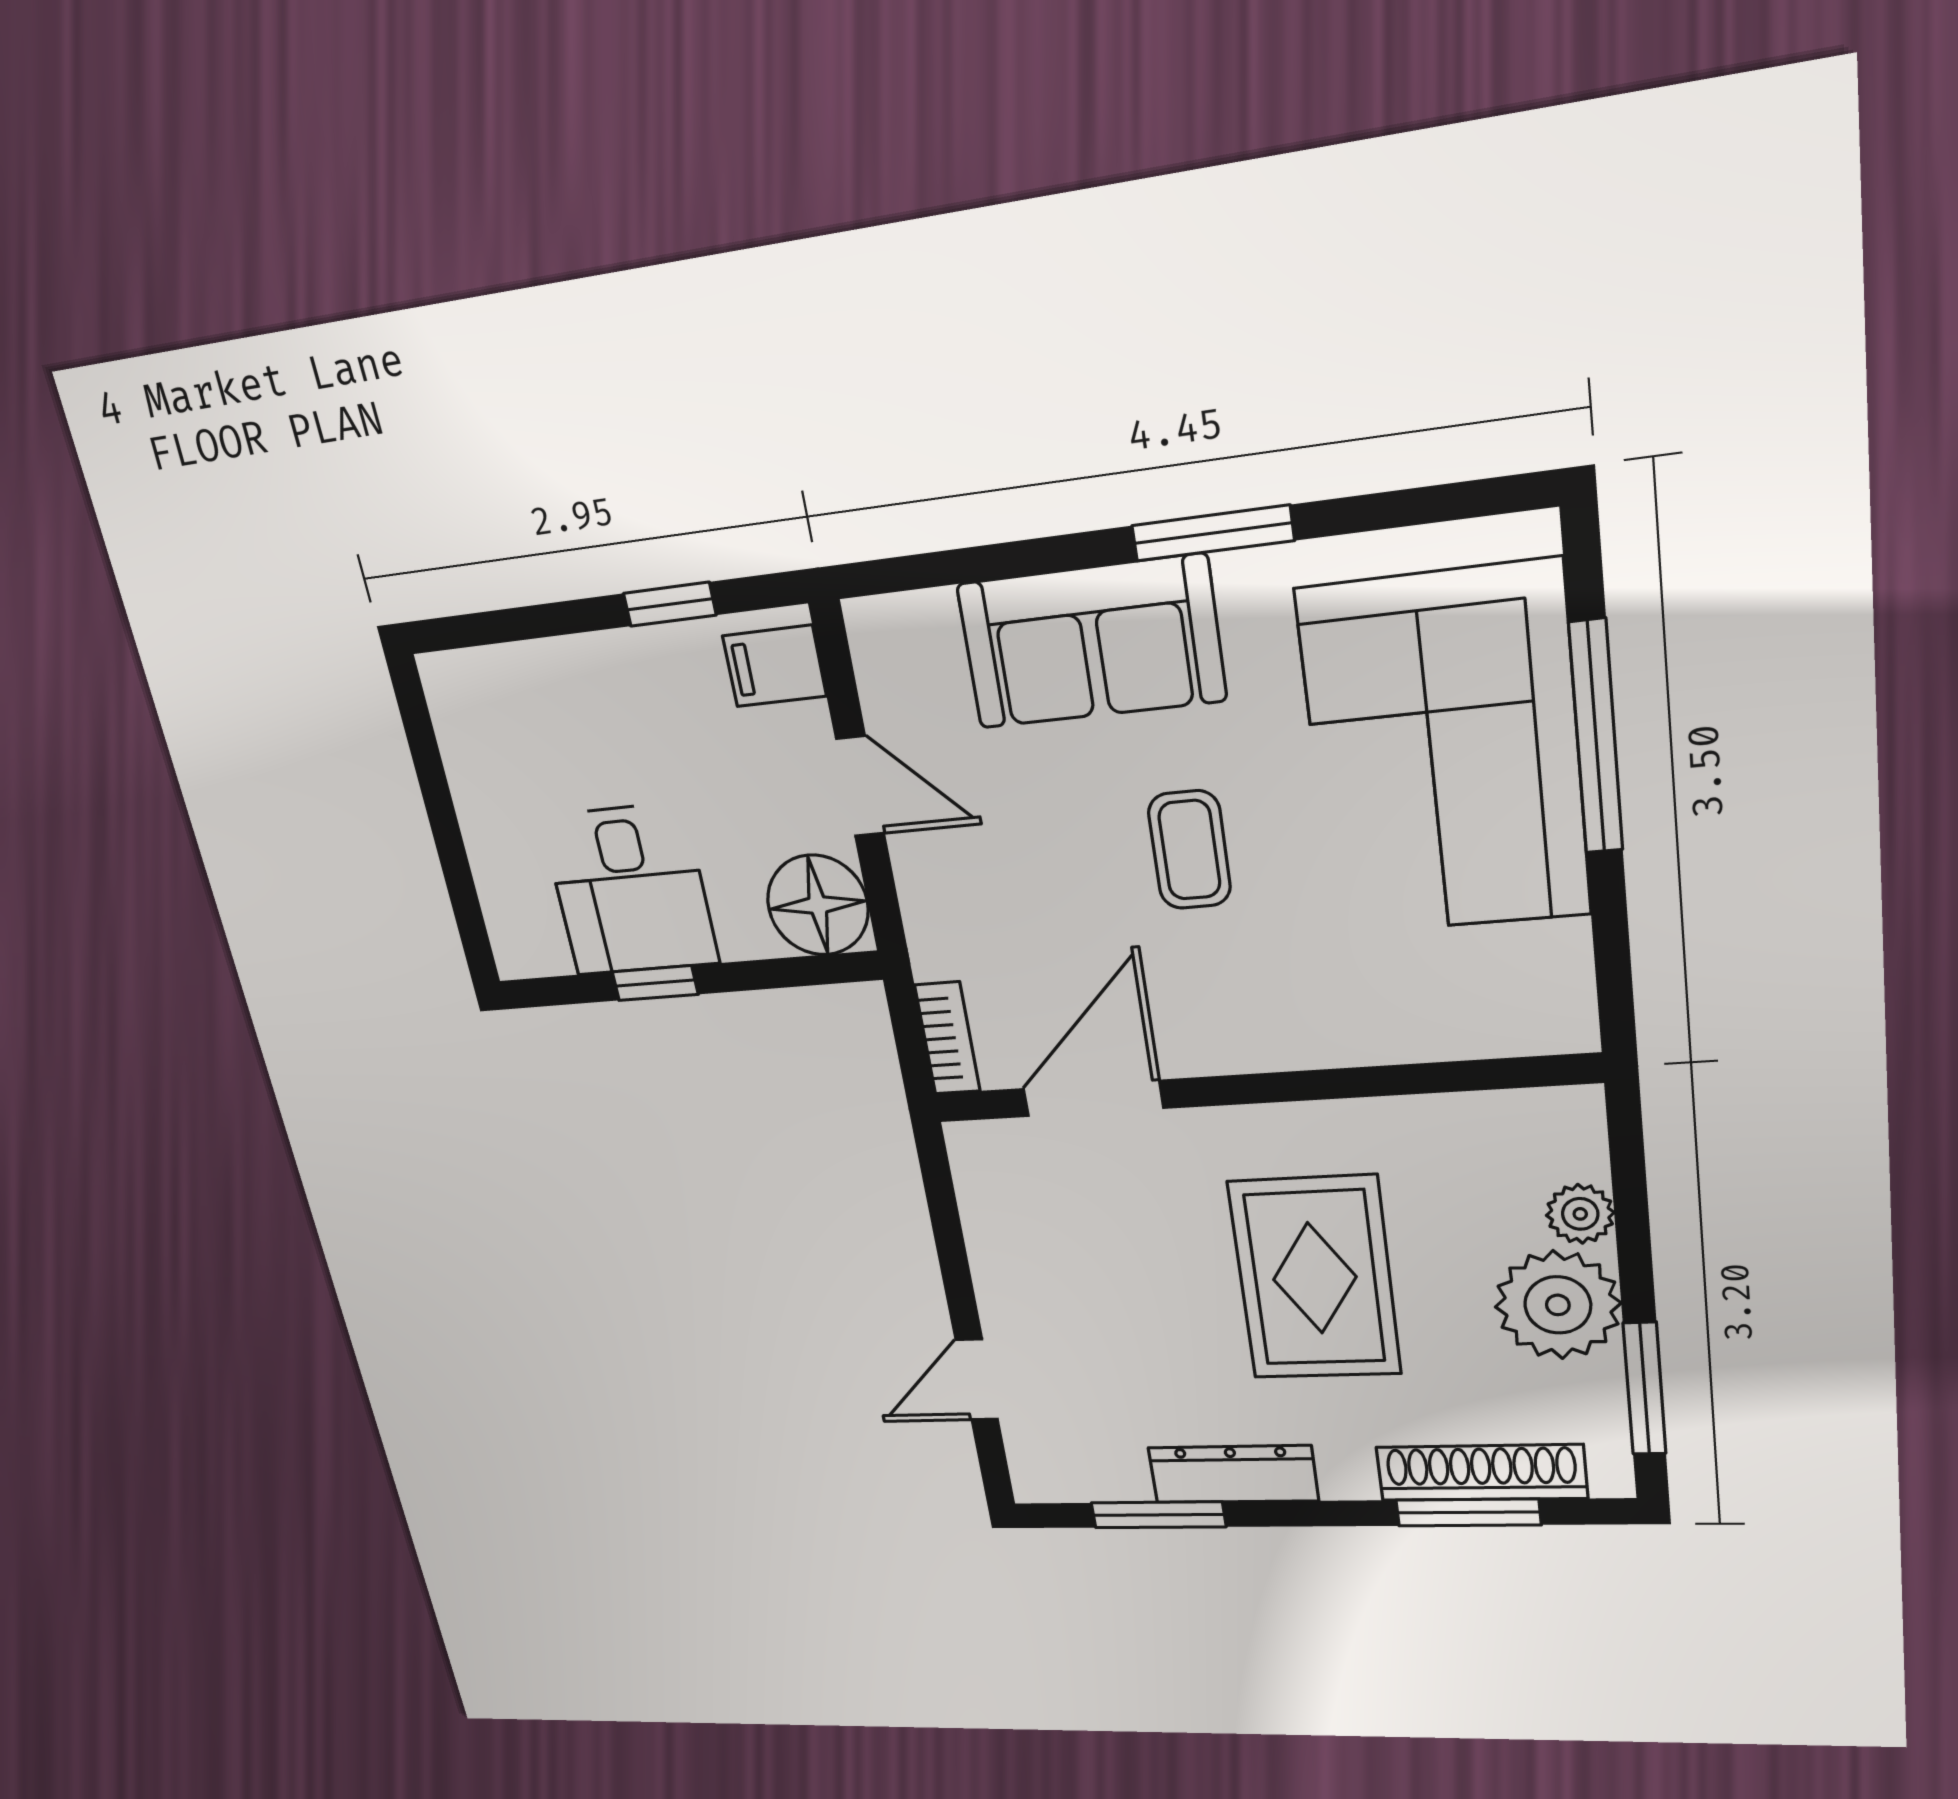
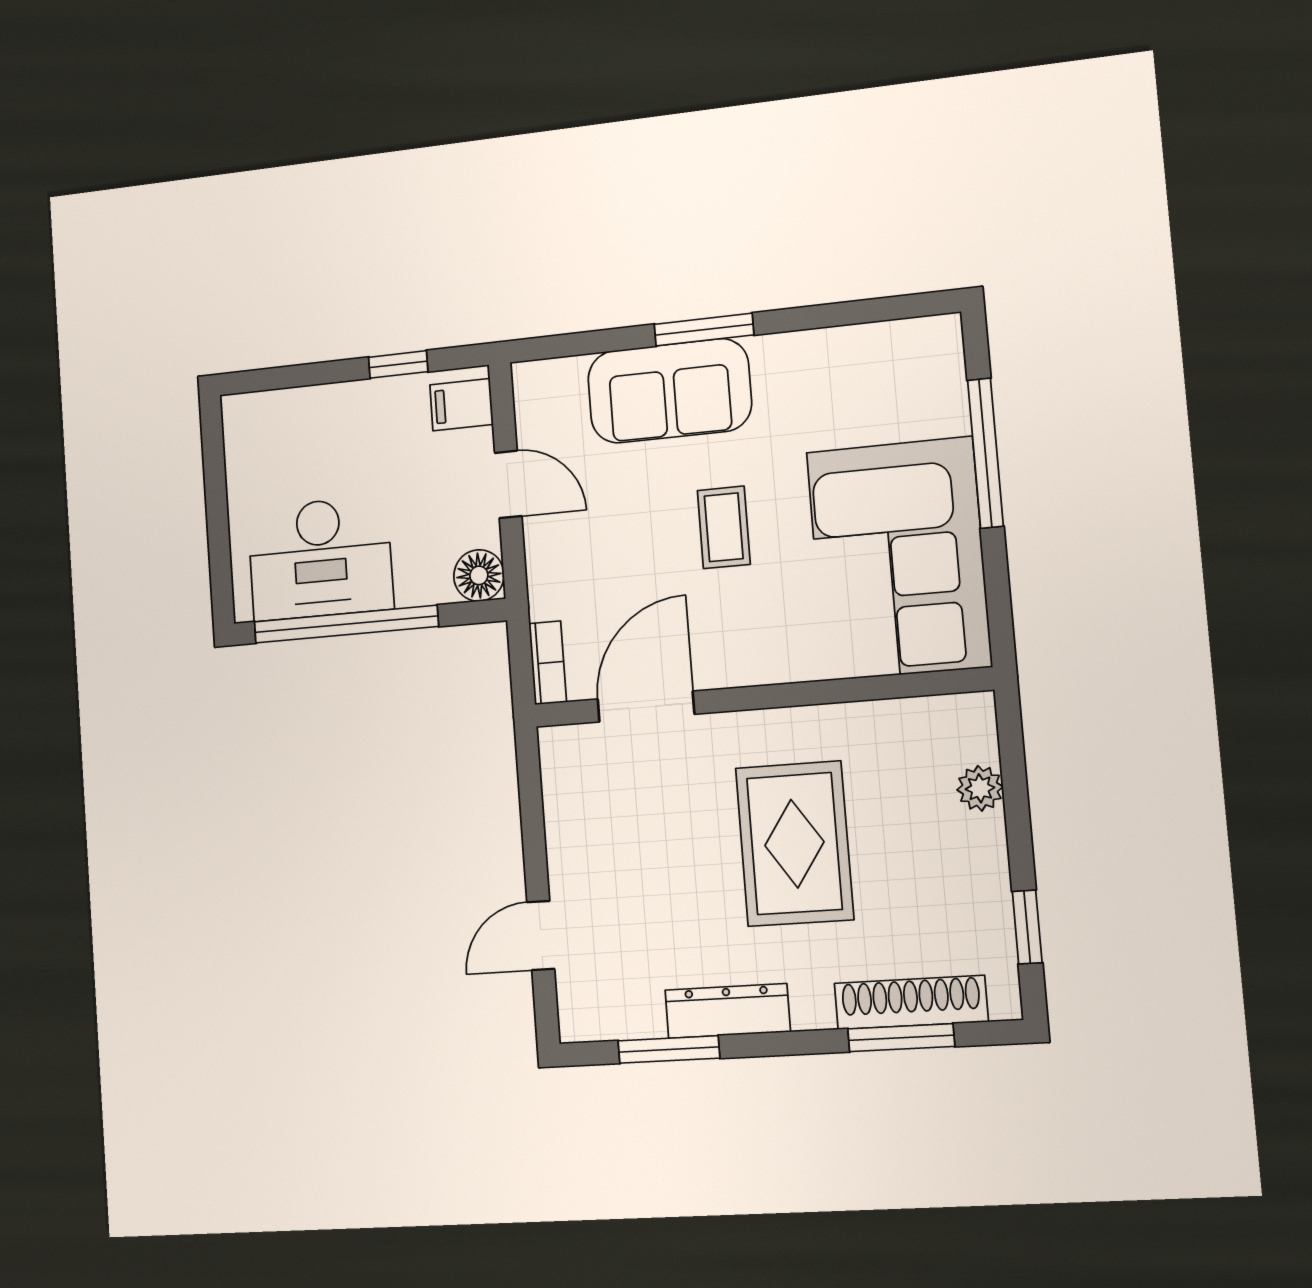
window: (1213, 533) -> (704, 330), moved
corner sofa: (1444, 753) -> (899, 559), moved
desk: (630, 890) -> (320, 558), width x1.37
floor lamp: (818, 905) -> (479, 575), width x0.73, depth x0.73
window: (655, 983) -> (346, 624), width x3.17
plant: (1558, 1305) -> (965, 860), removed
window: (1645, 1389) -> (1027, 927), width x0.67

